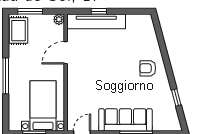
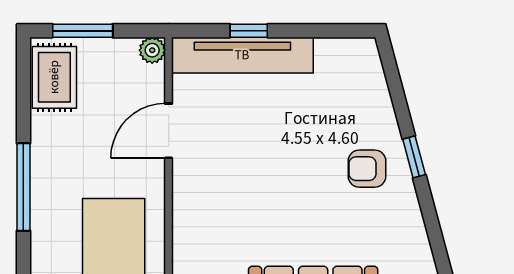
window: (176, 97) -> (414, 157), moved

